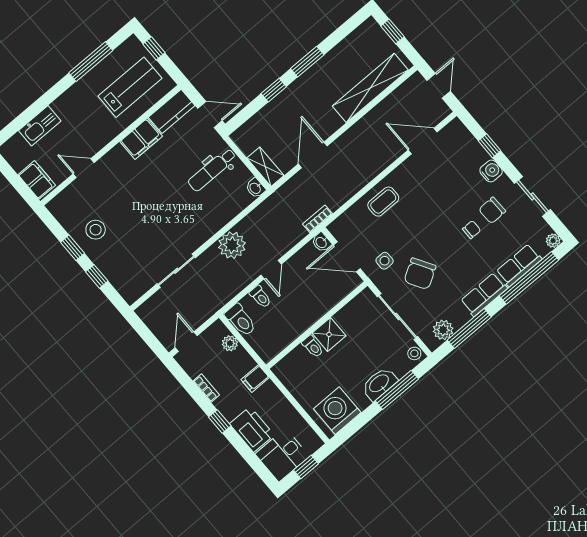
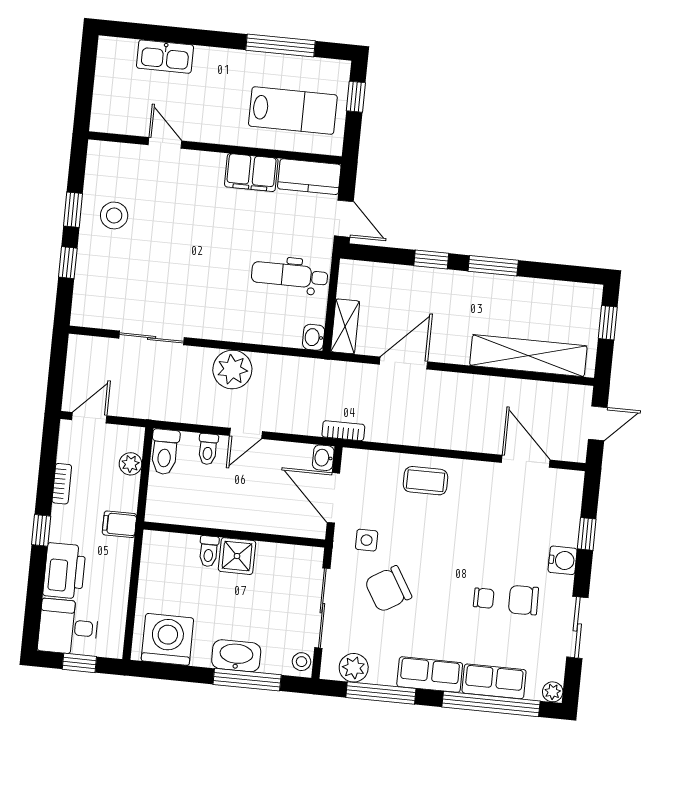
filing cabinet: (37, 180) -> (107, 107), removed

